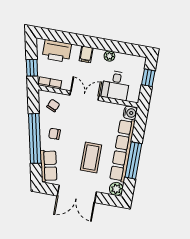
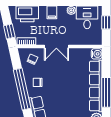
desk: (116, 85) -> (87, 17), moved, turned 180
double door: (84, 96) -> (56, 47), swing flipped
coffee table: (91, 157) -> (71, 96), removed

